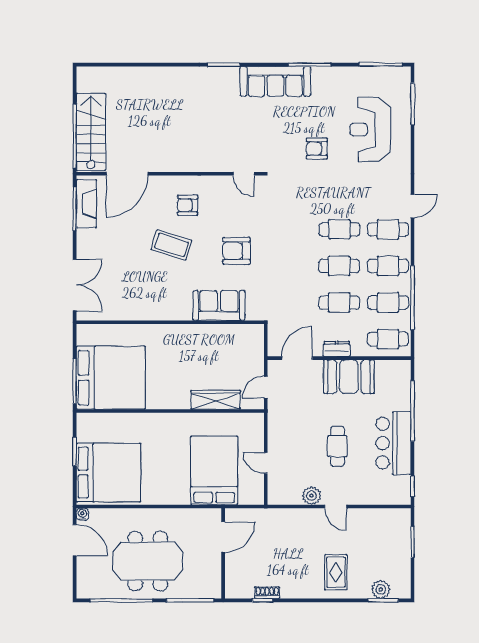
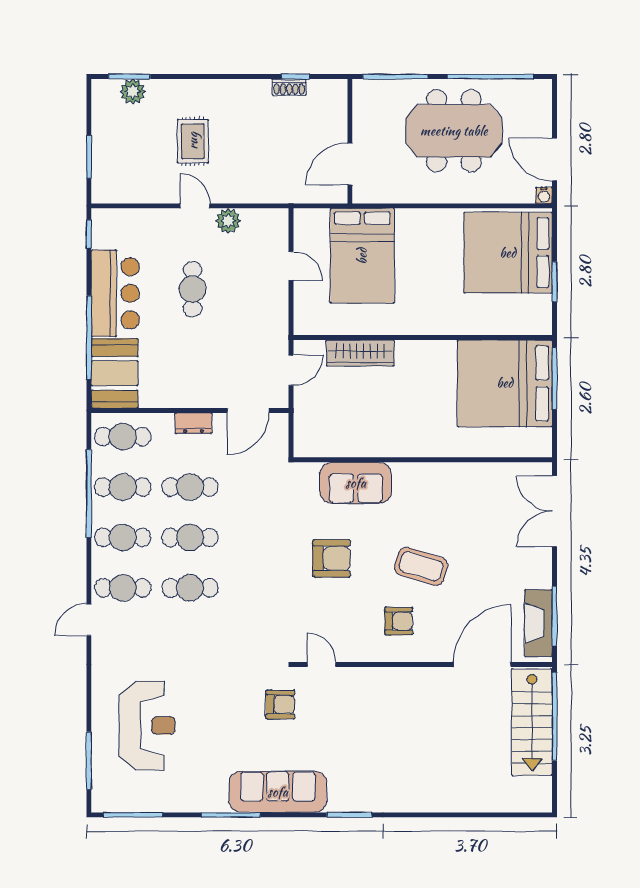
armchair: (317, 149) -> (280, 704), moved
booth: (349, 377) -> (115, 373), moved, turned 90
rug: (336, 572) -> (193, 141), moved

